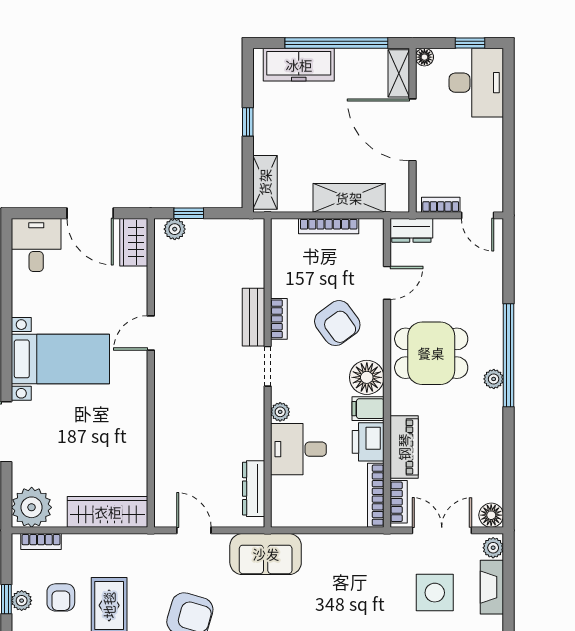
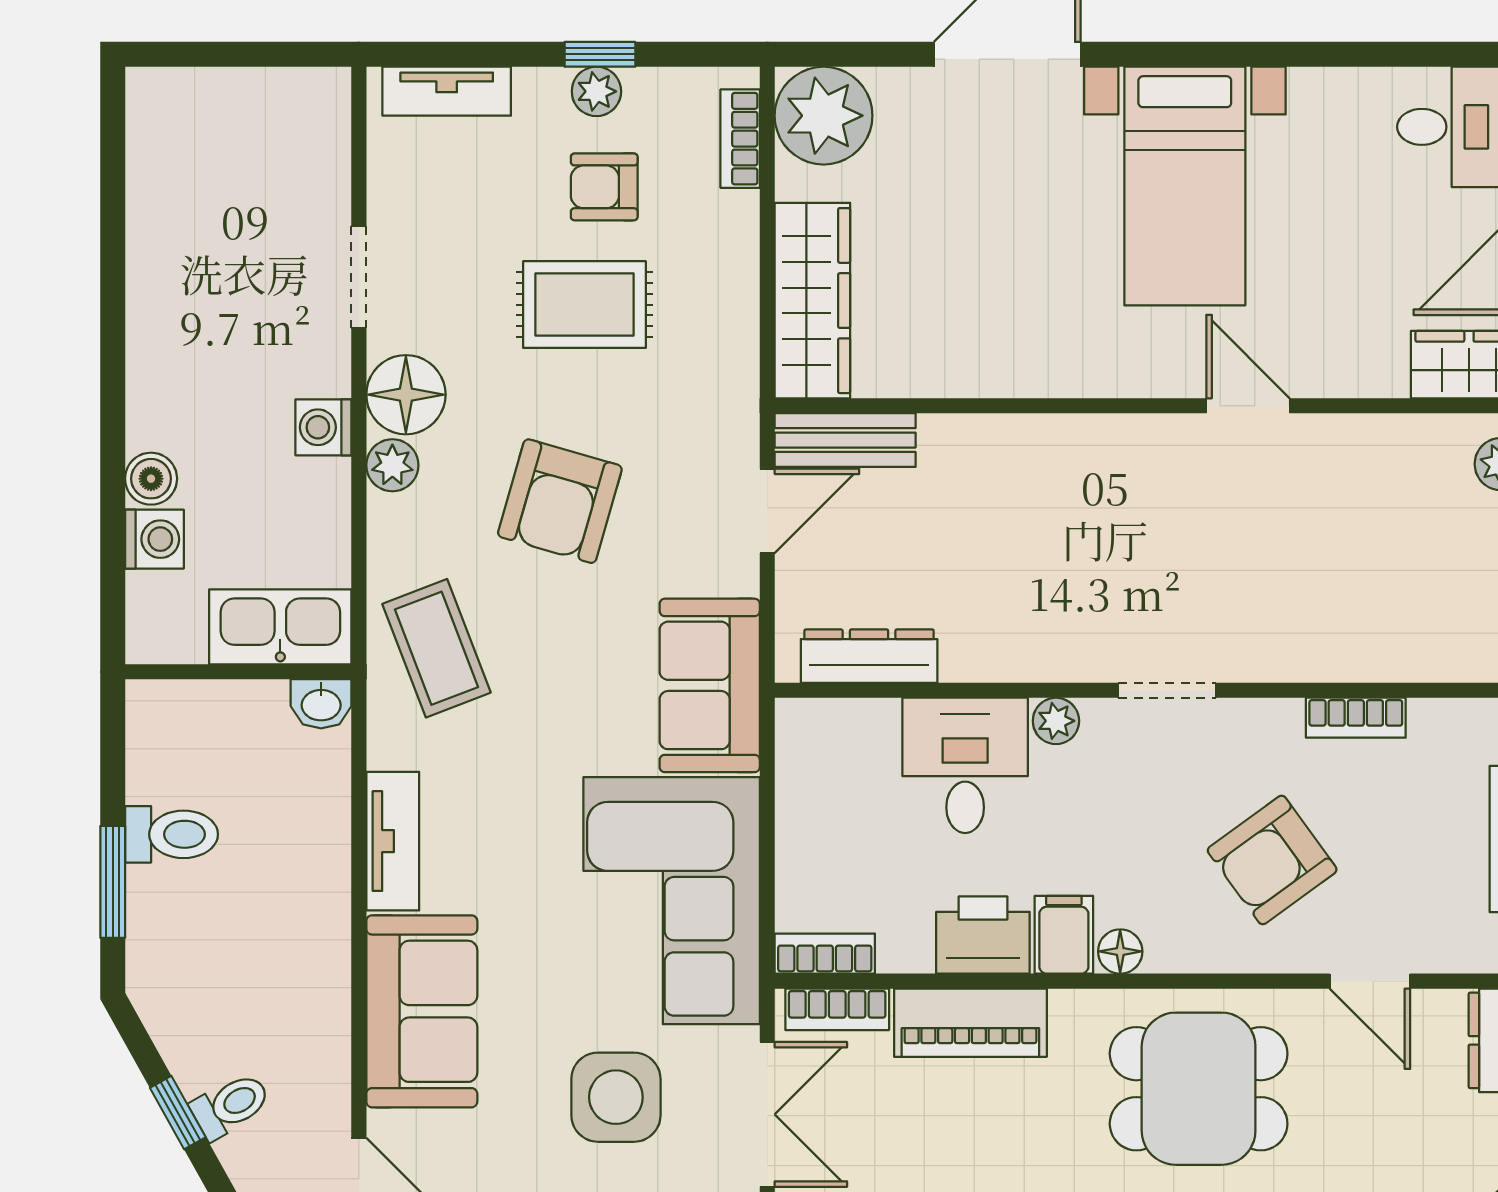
bench: (254, 317) -> (845, 440), moved
bookcase: (279, 319) -> (1356, 718), moved
dining table: (431, 353) -> (1199, 1089), turned 90
floor lamp: (367, 377) -> (1120, 951), width x0.53, depth x0.53
bookcase: (376, 495) -> (825, 954), width x0.64
corner sofa: (354, 570) -> (672, 901), added

